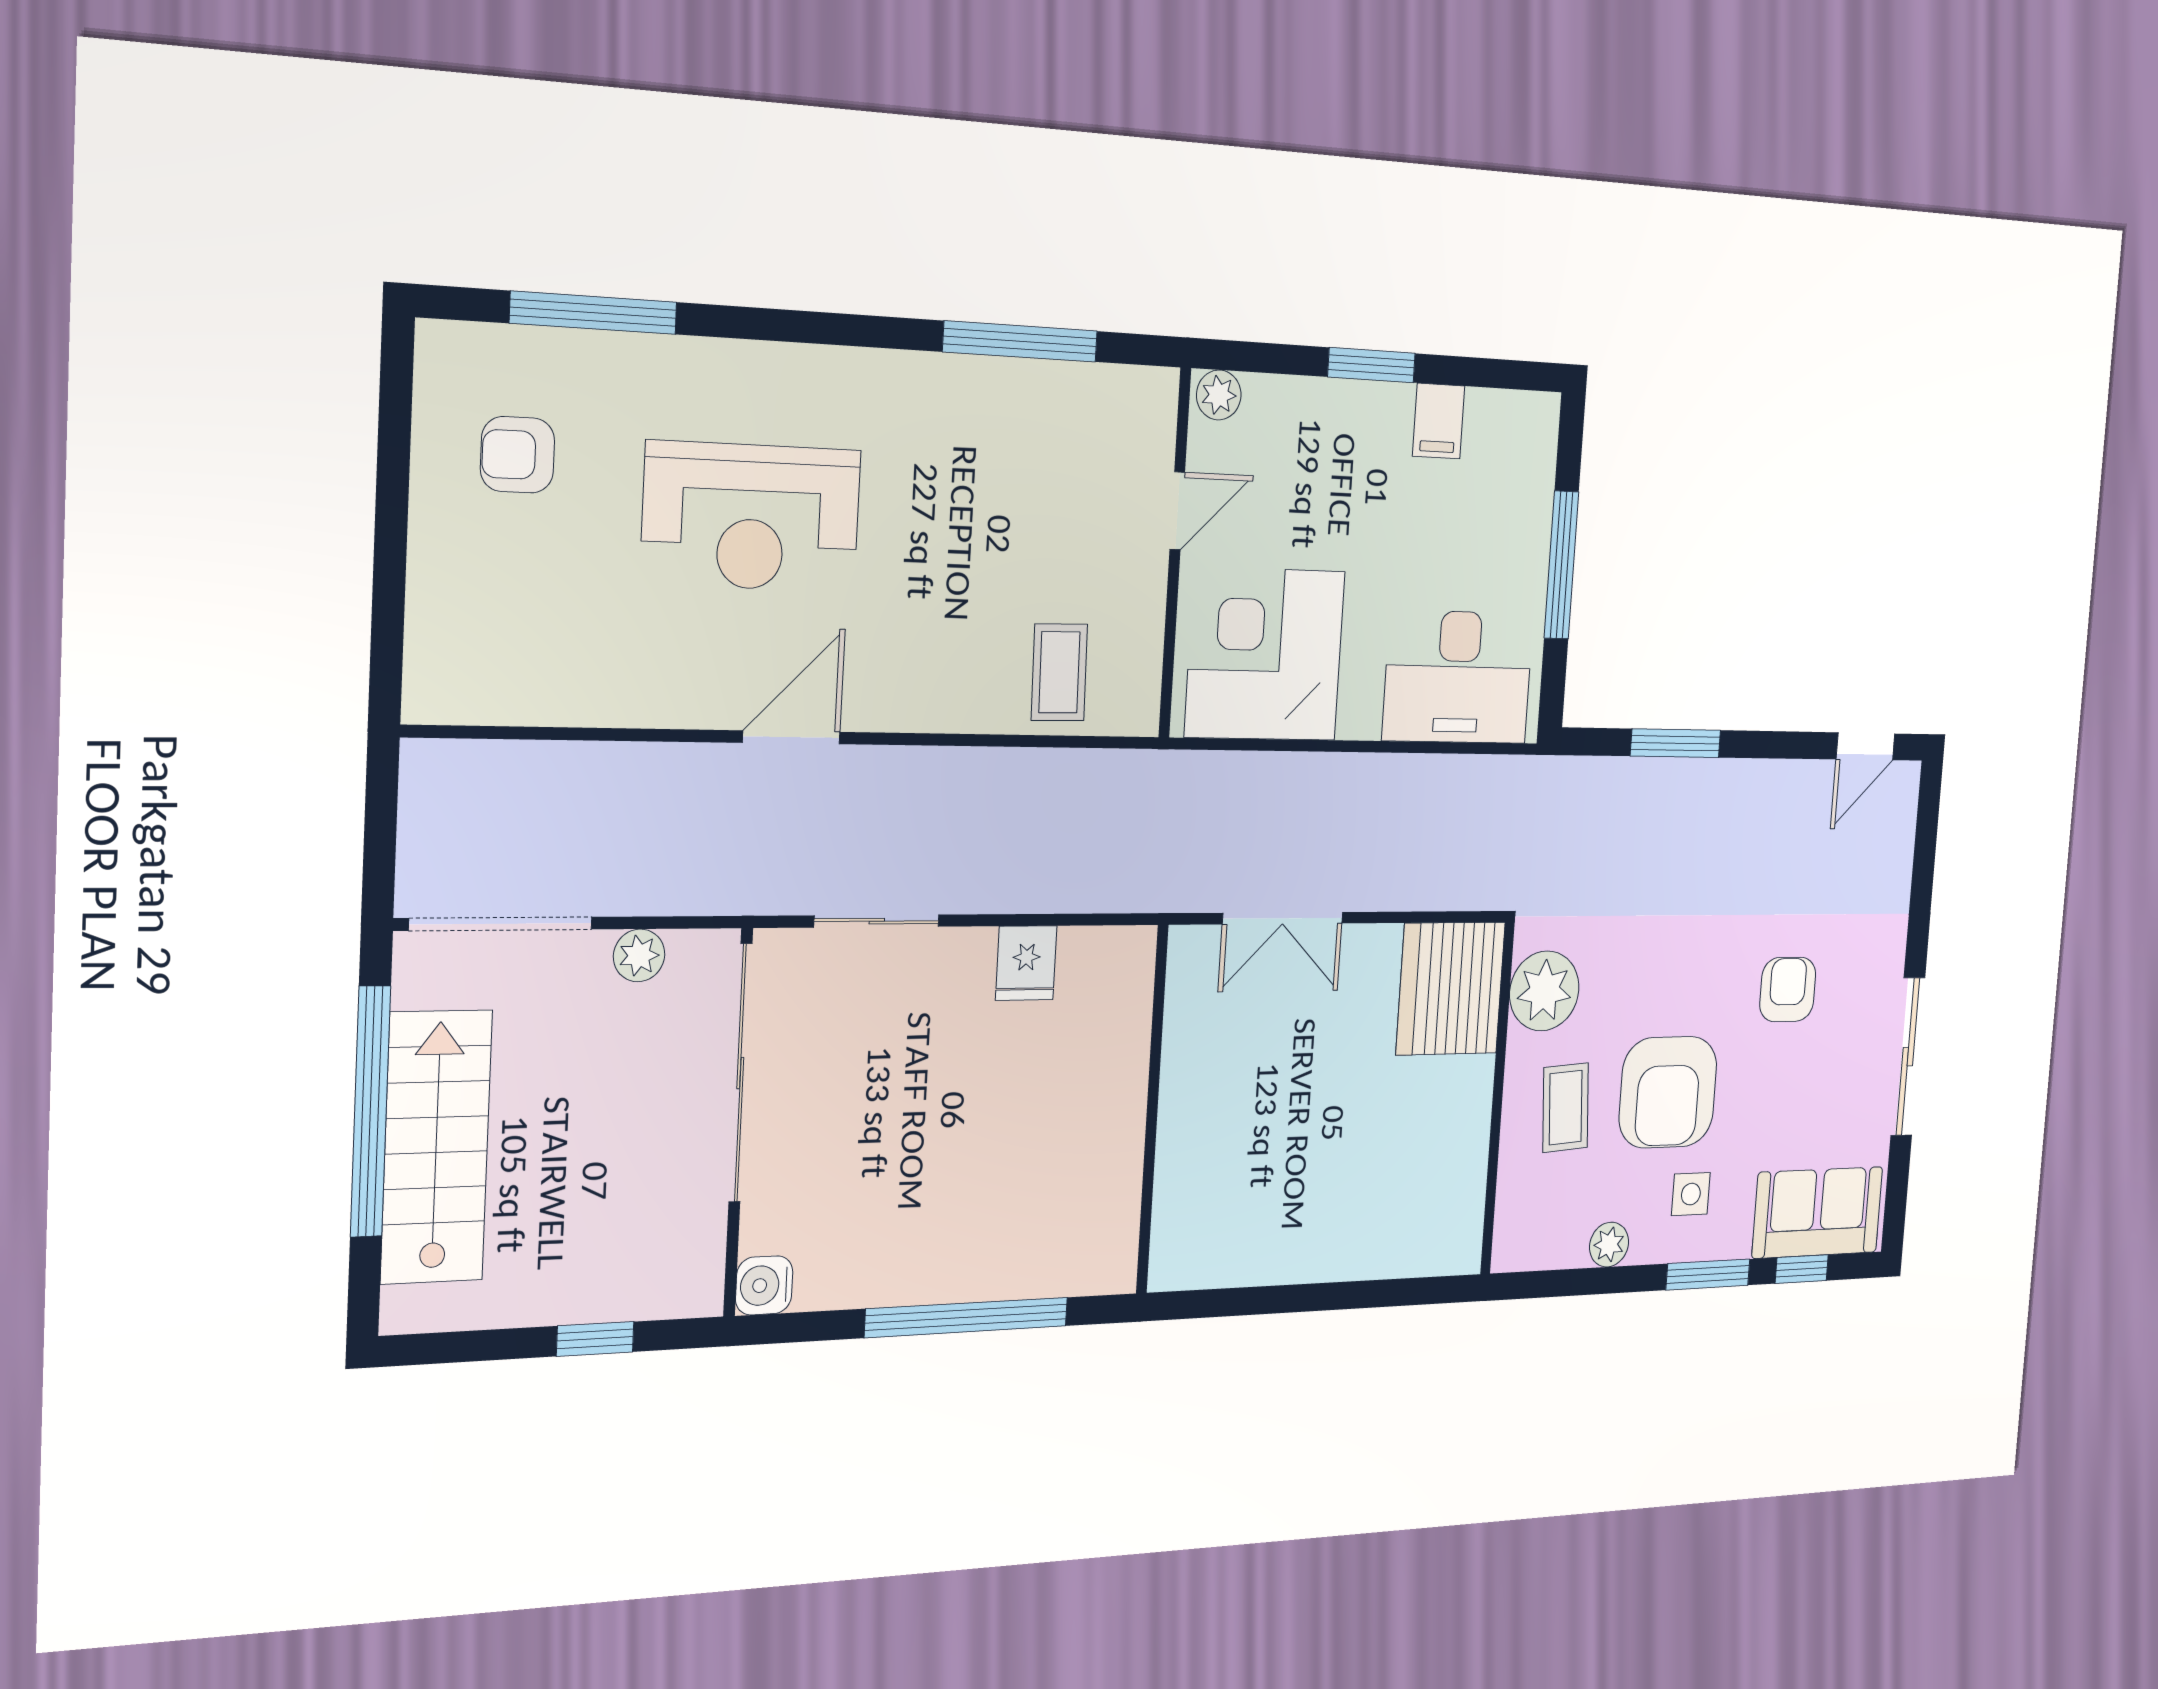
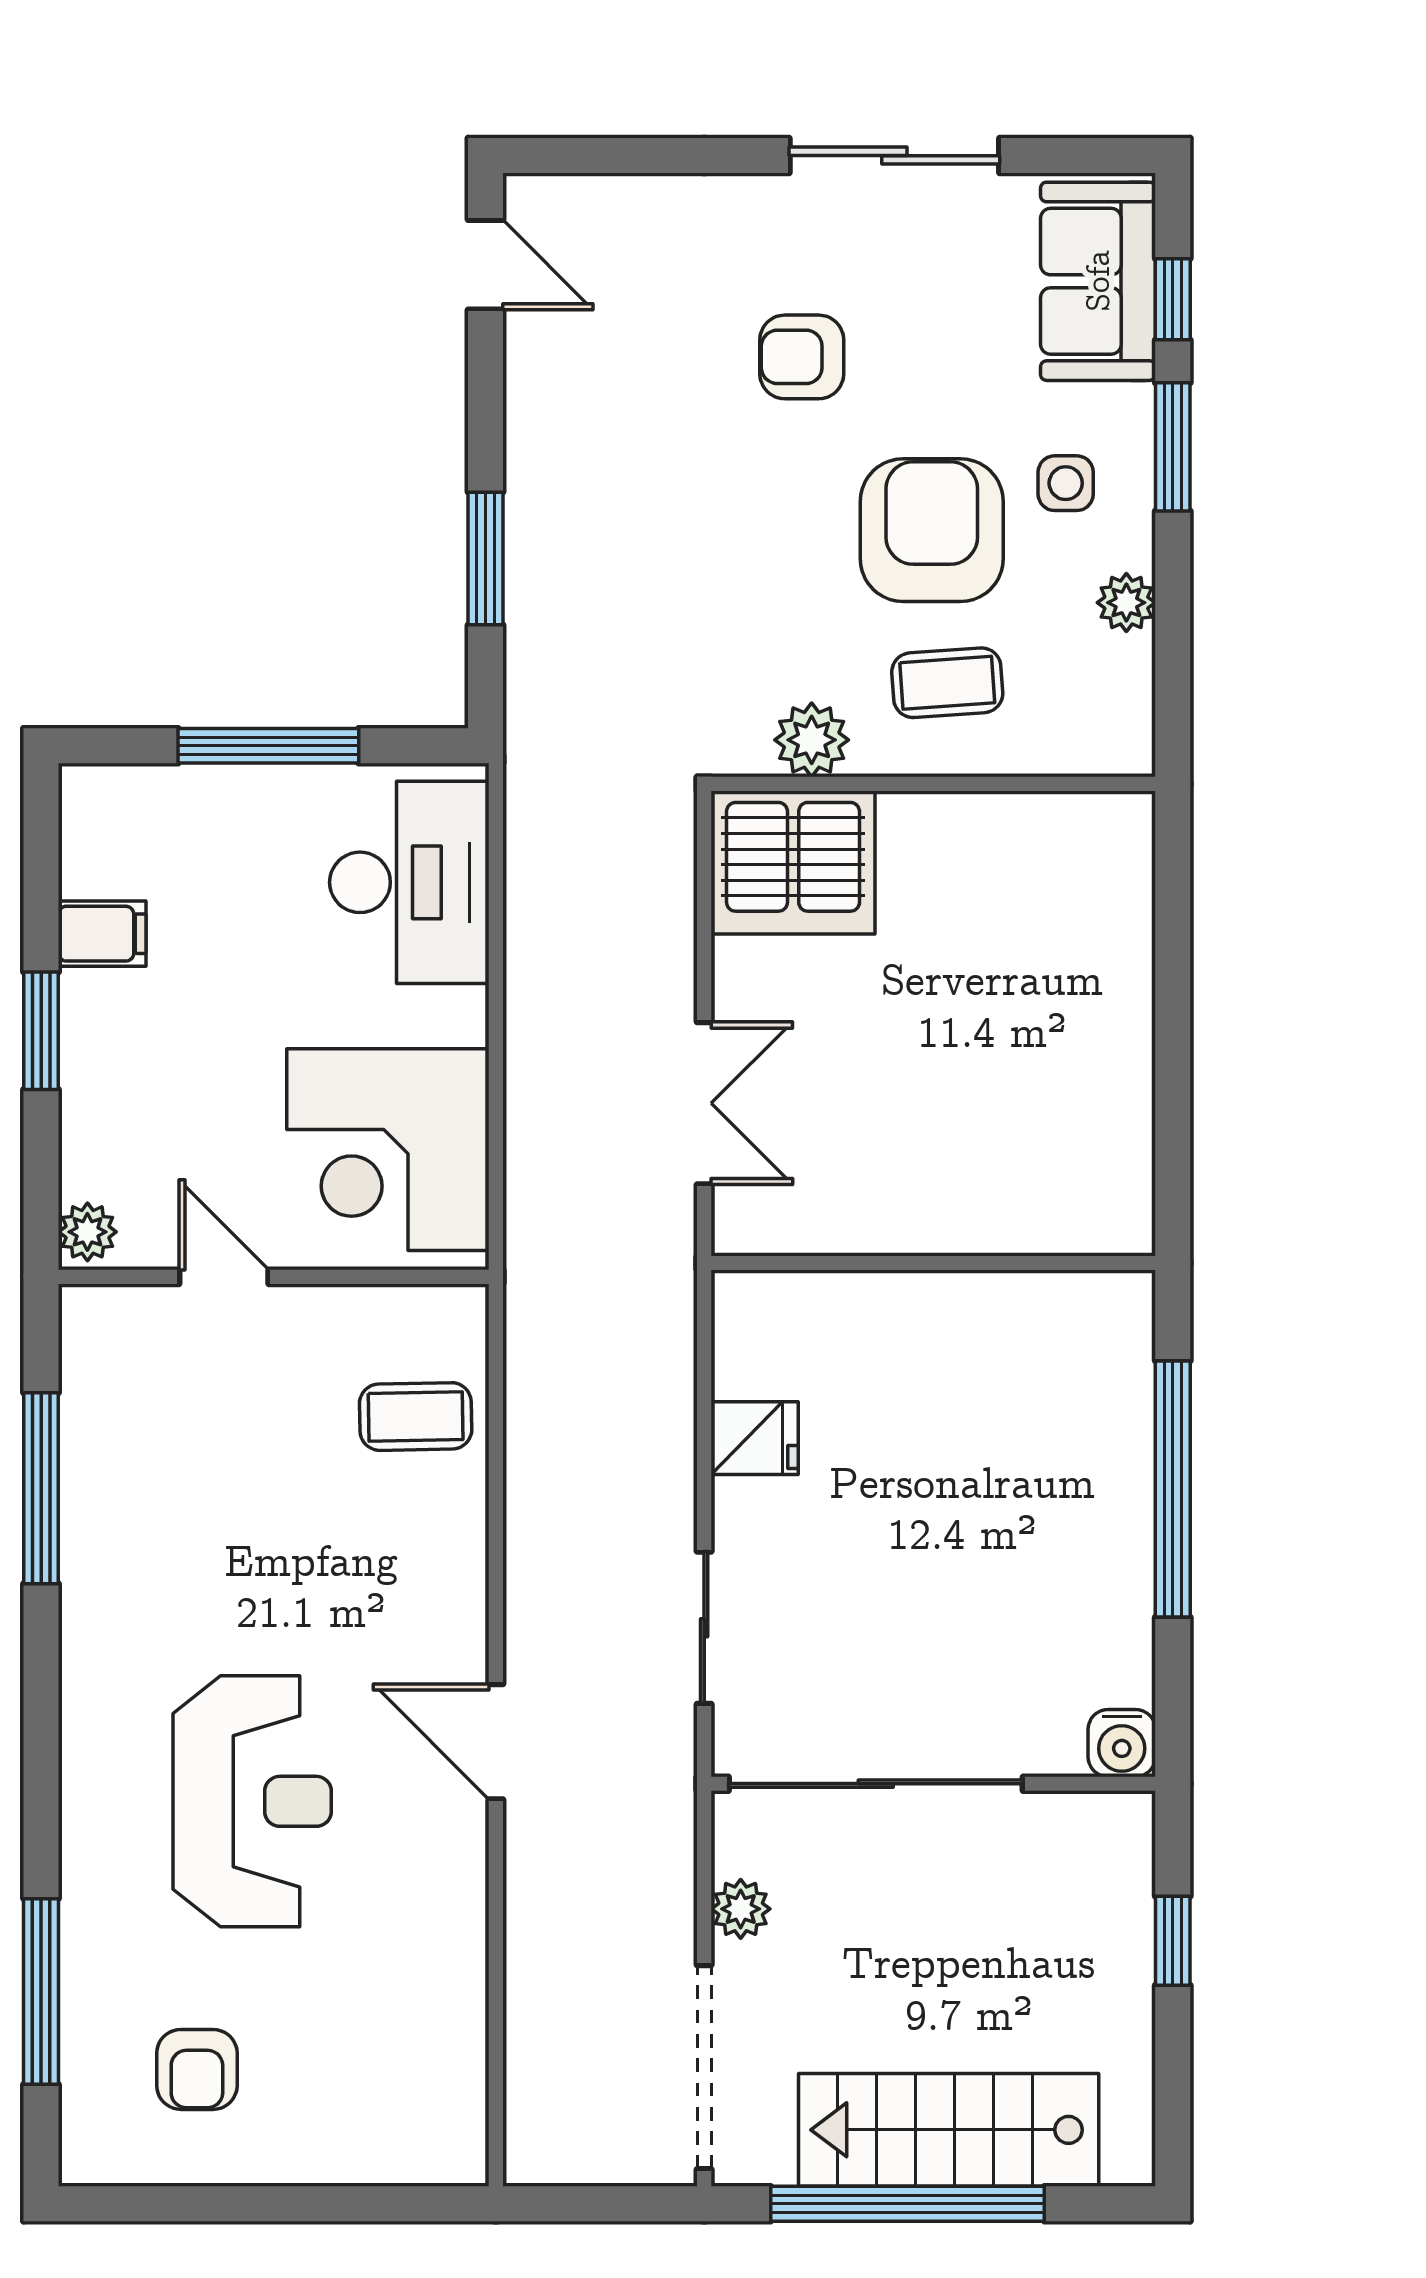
plant: (1544, 991) -> (812, 740), width x0.73, depth x0.73
armchair: (1668, 1092) -> (932, 530), turned -90

